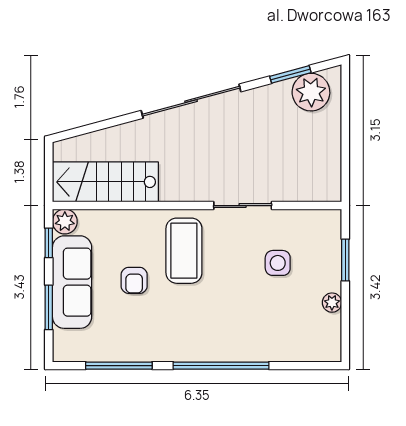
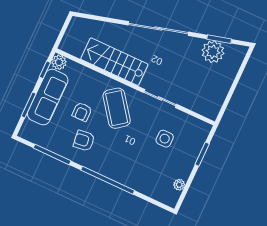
plant: (311, 92) -> (213, 52), moved
stairs: (105, 182) -> (114, 62), moved
coffee table: (184, 251) -> (117, 108), turned -37
plant: (332, 303) -> (179, 185), moved
armchair: (157, 322) -> (84, 141), added

